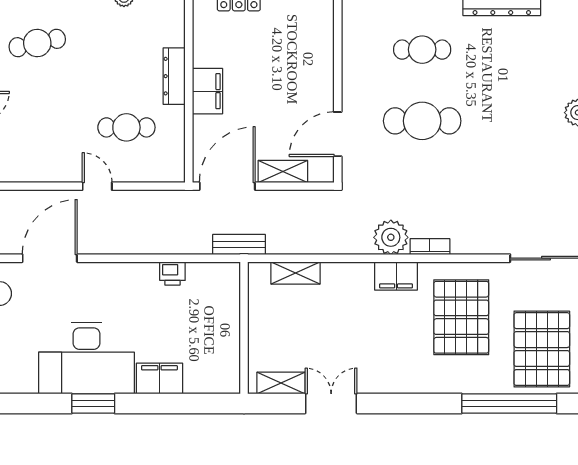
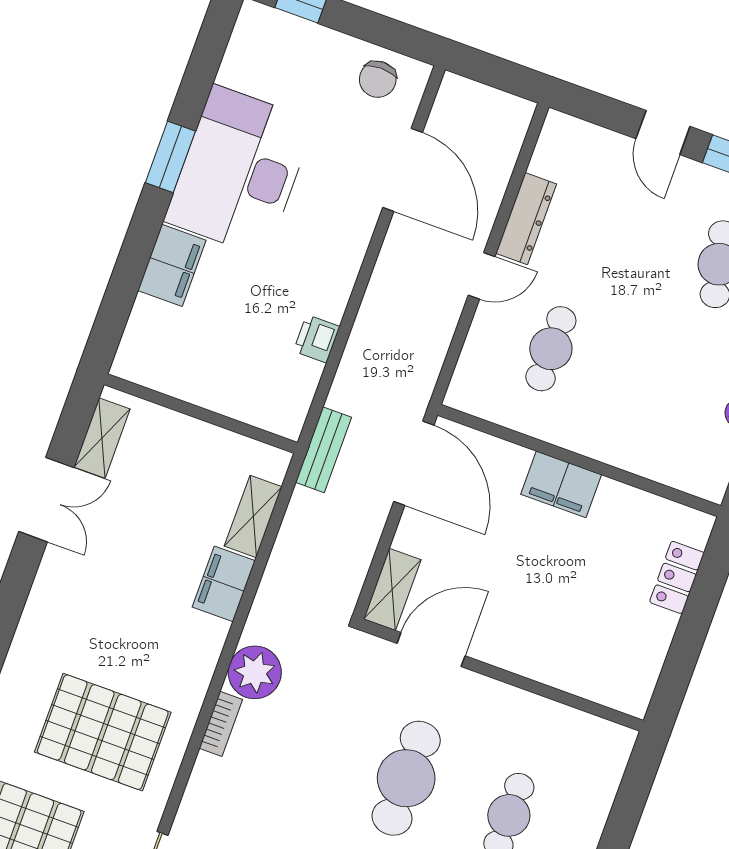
dresser: (174, 76) -> (526, 219), moved, turned 90
door: (338, 134) -> (431, 650), hinge flipped
shelving: (283, 171) -> (392, 589), moved
filing cabinet: (396, 276) -> (224, 584), moved

